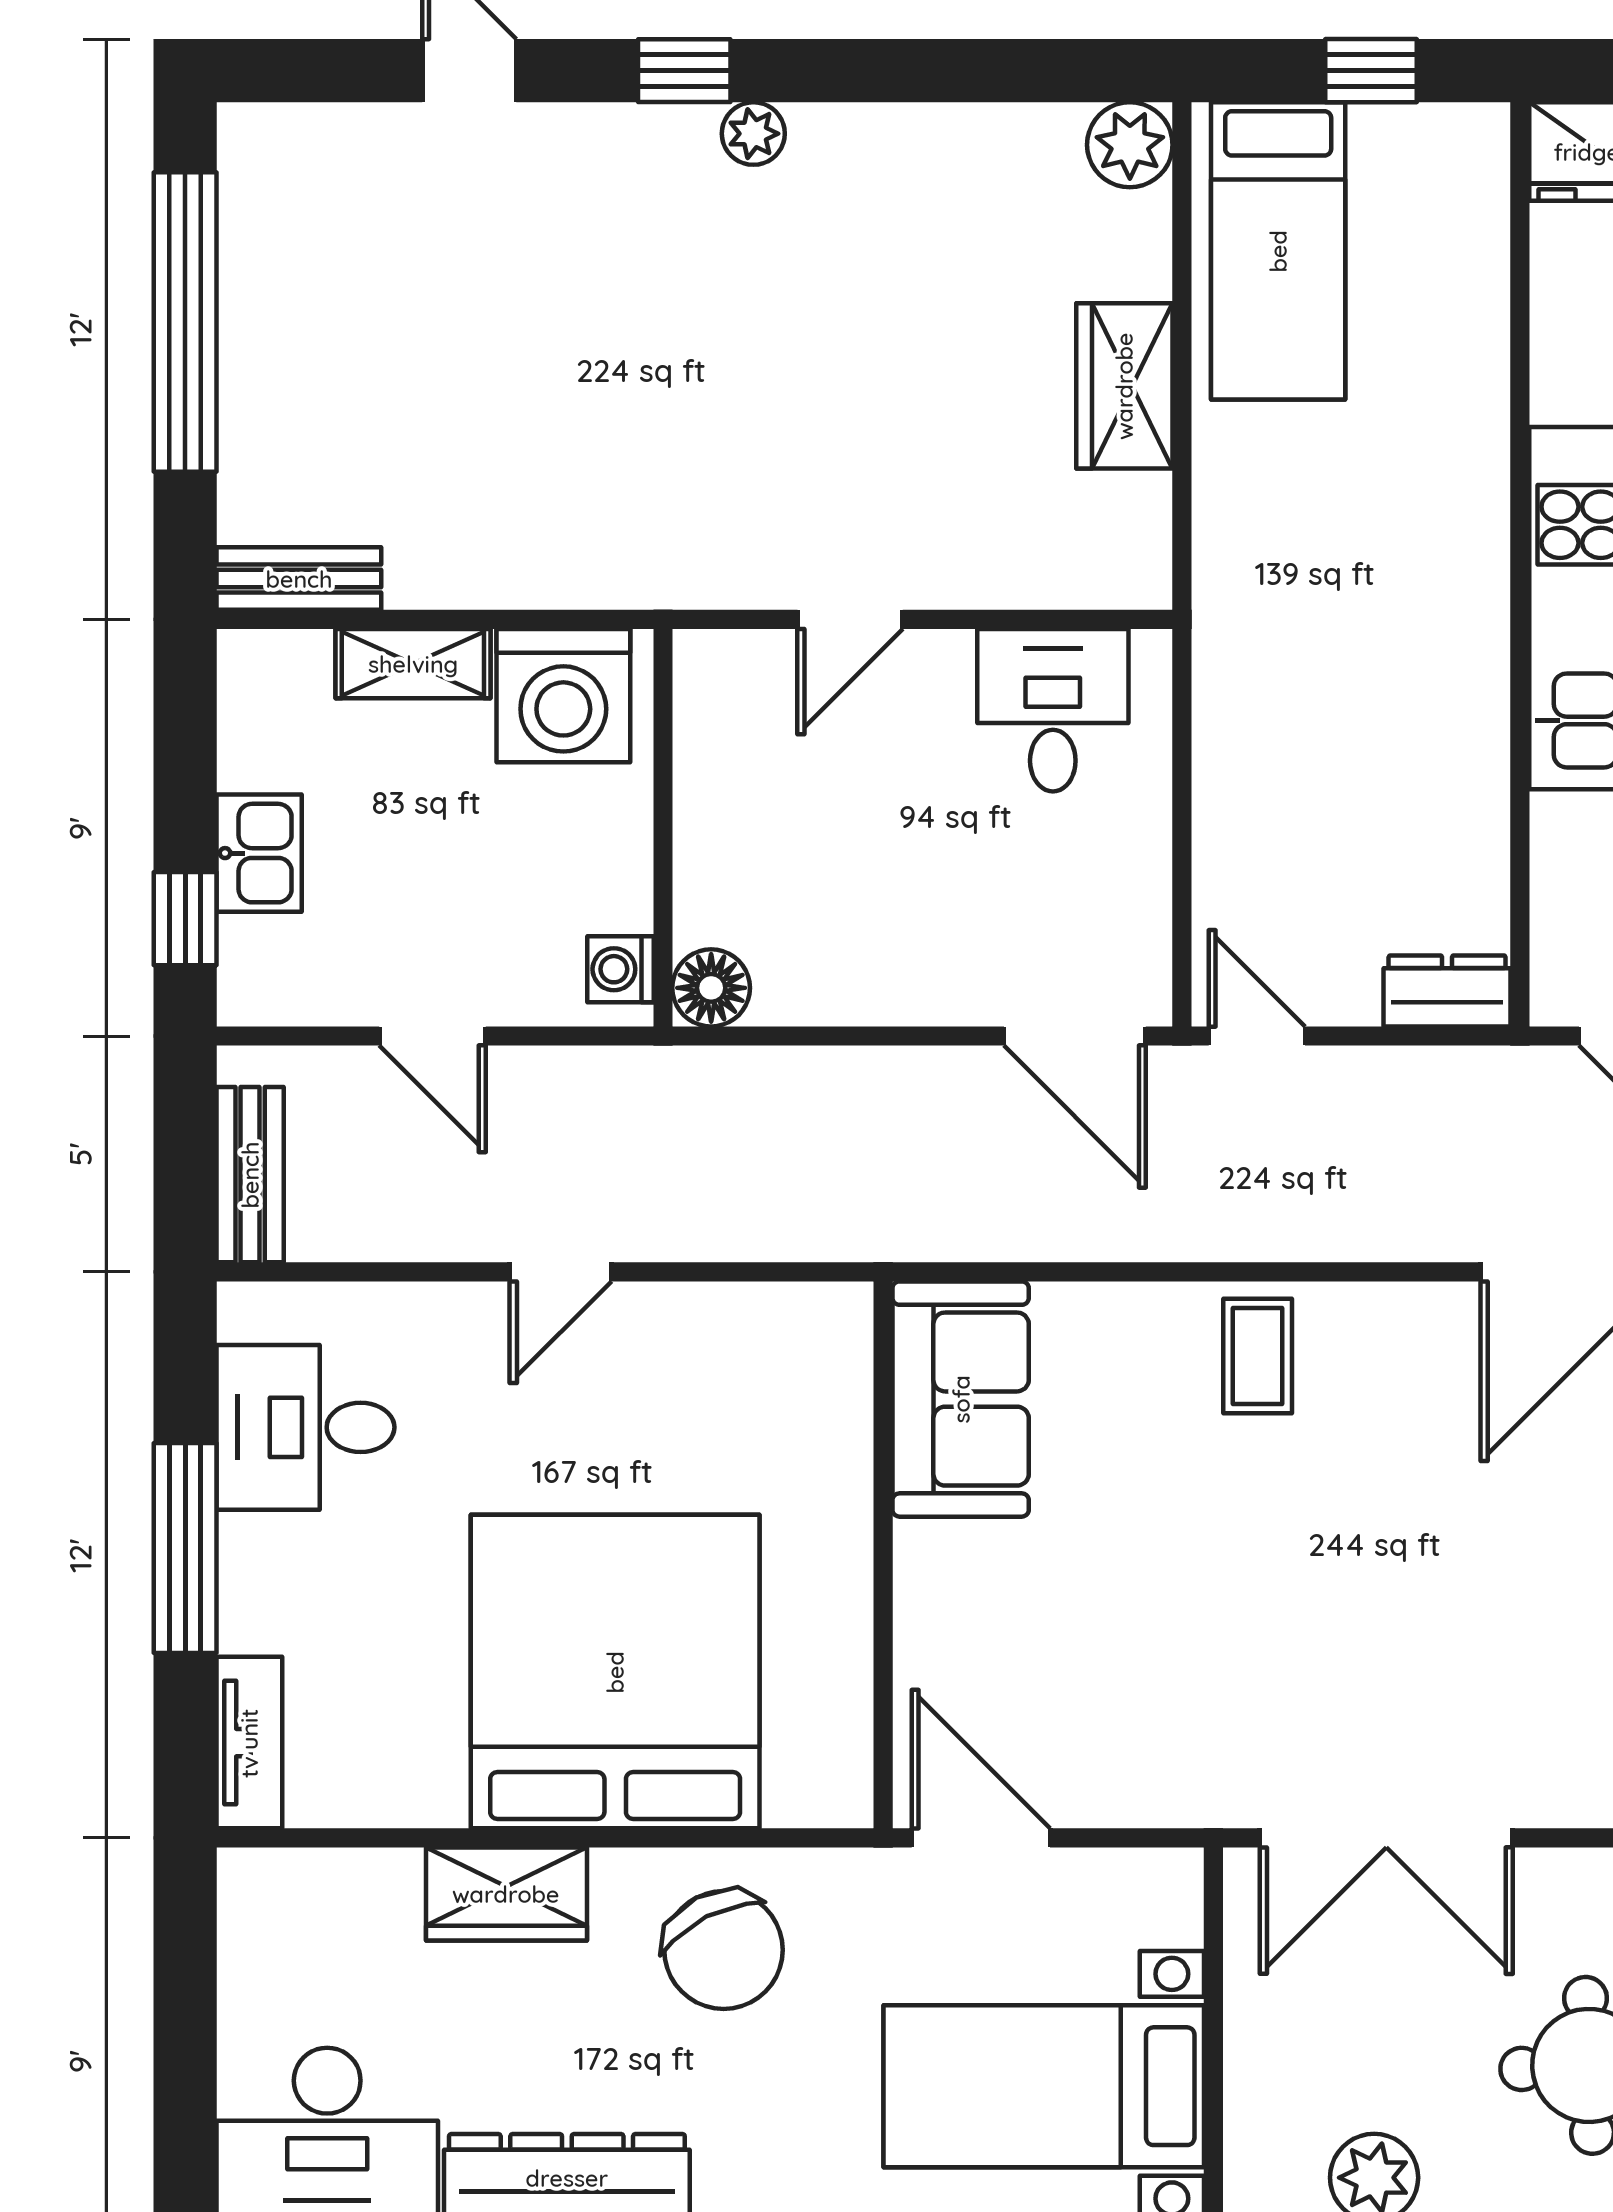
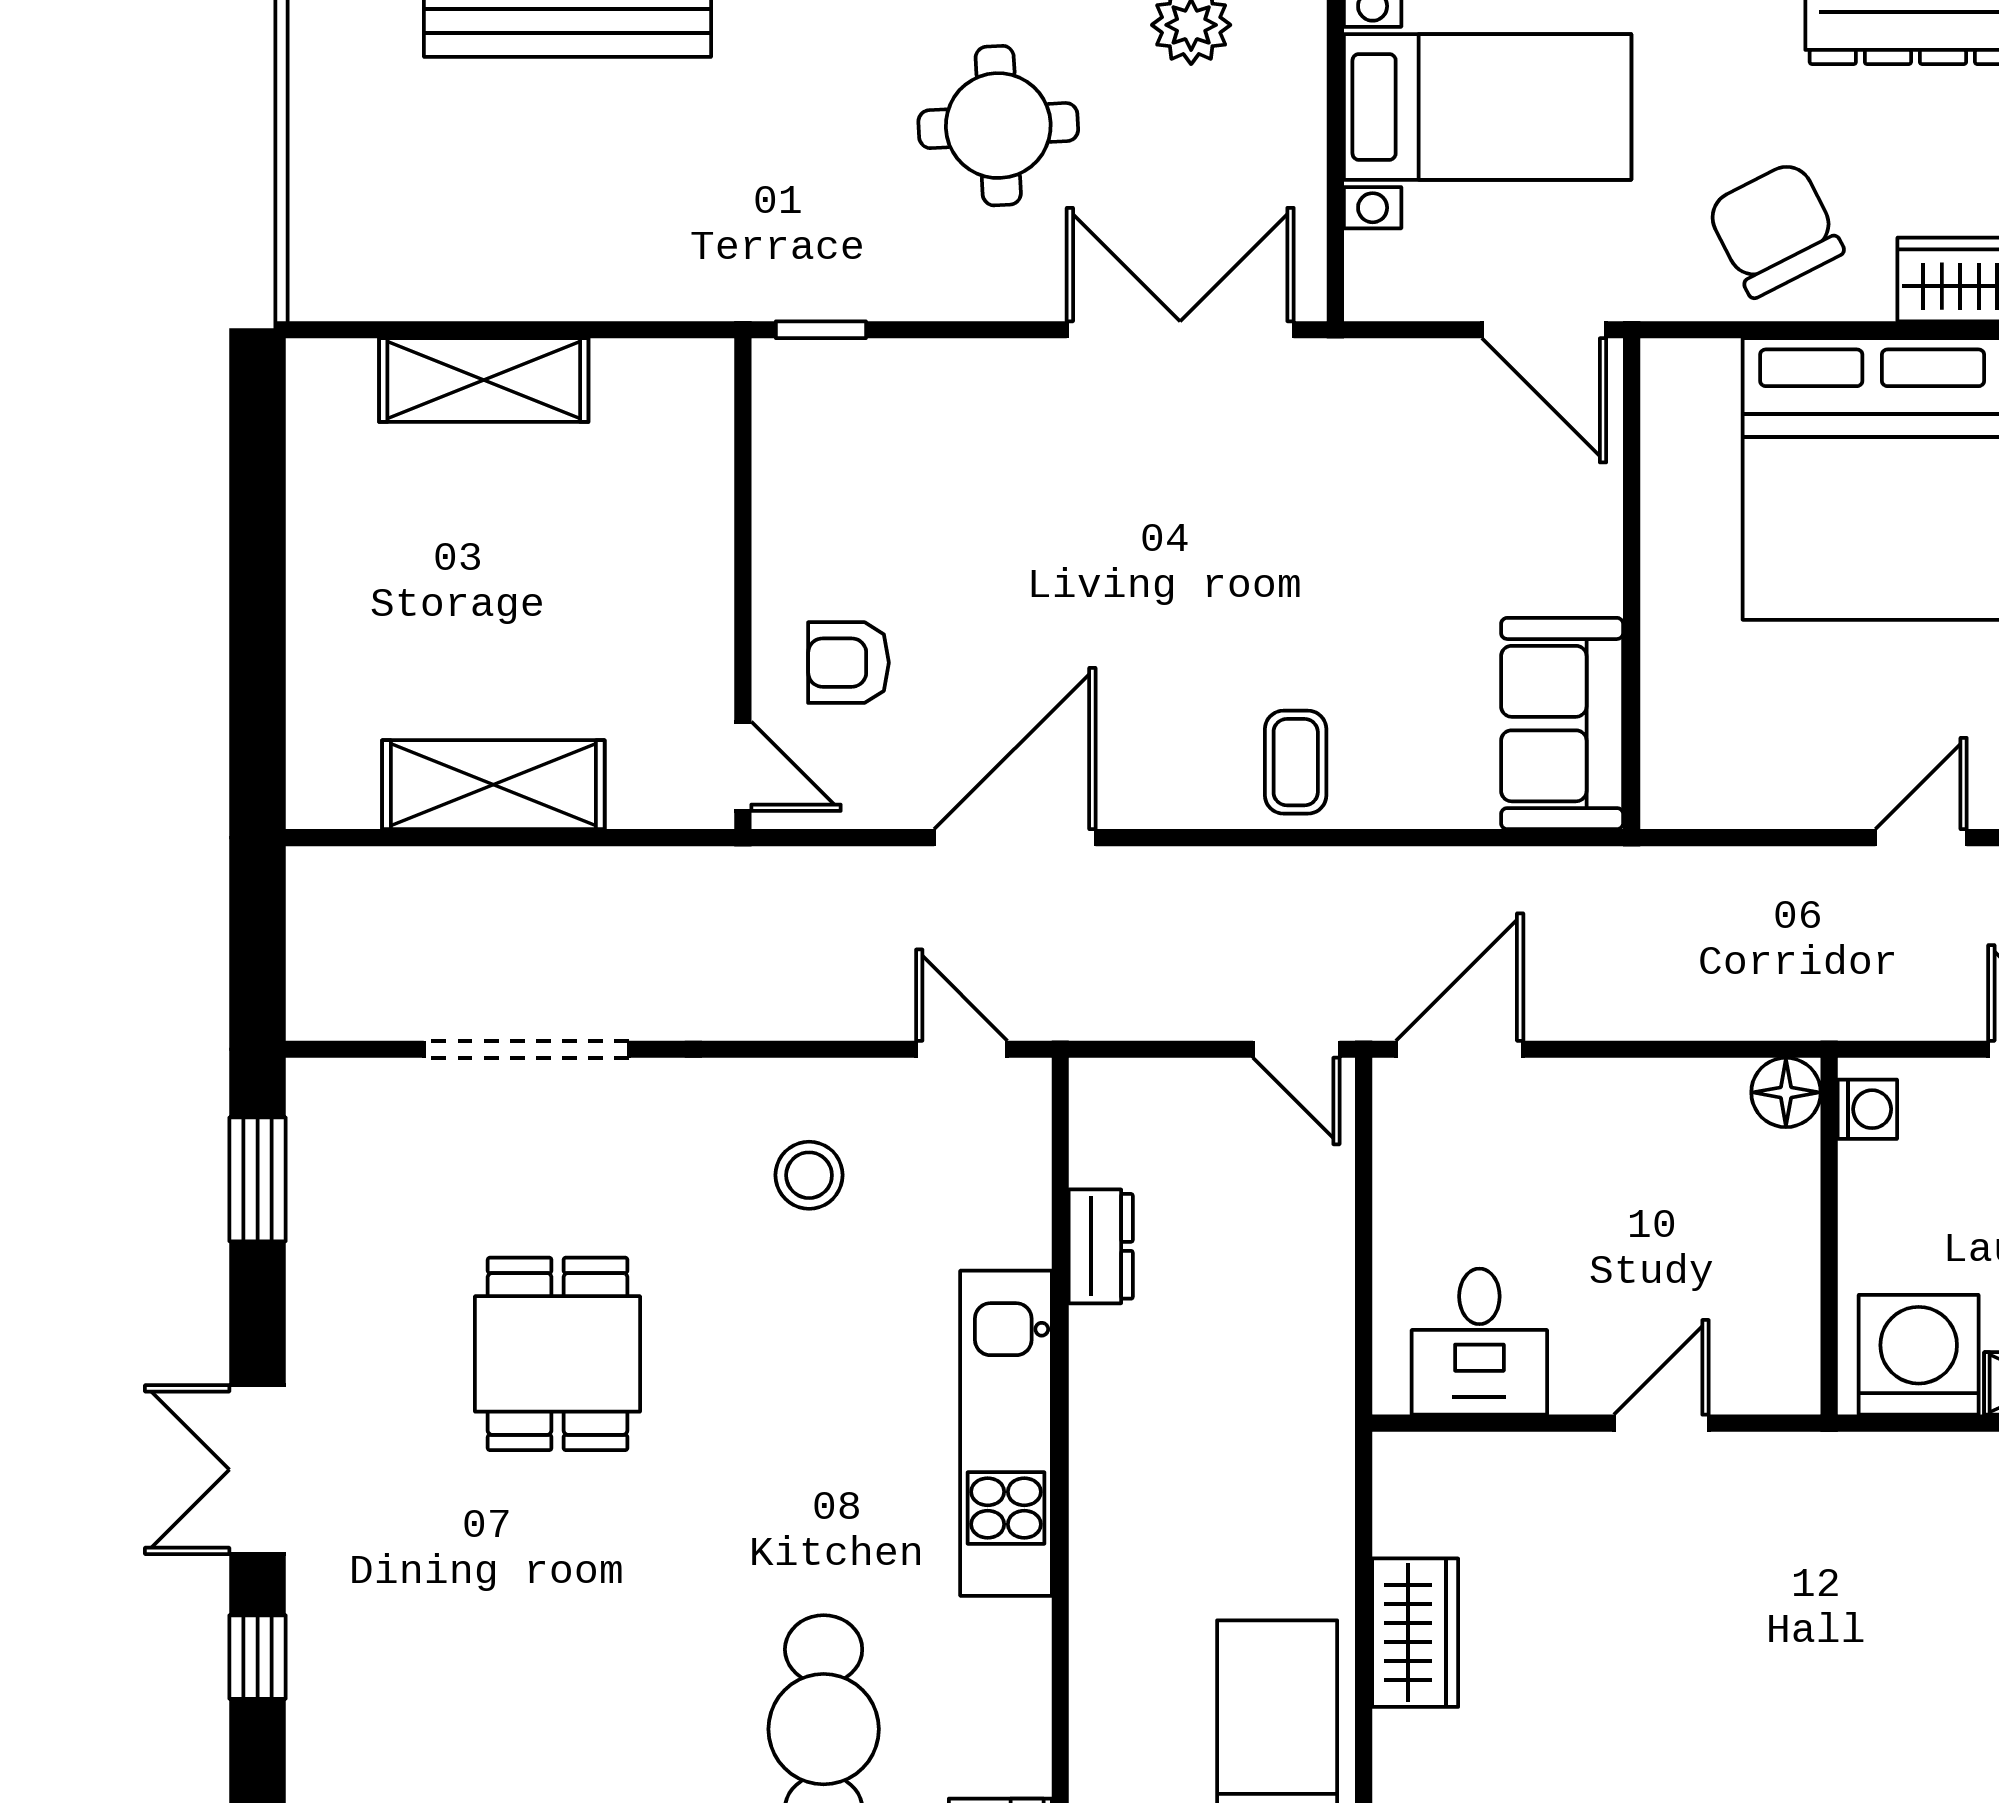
dresser: (1447, 991) -> (1101, 1246), moved, turned -90
door: (1075, 1036) -> (1460, 1049), hinge flipped

